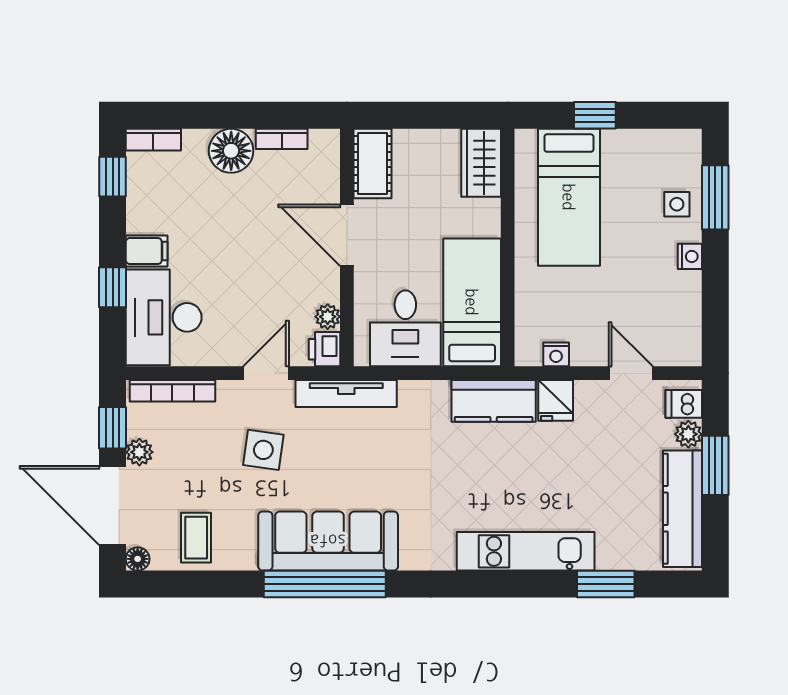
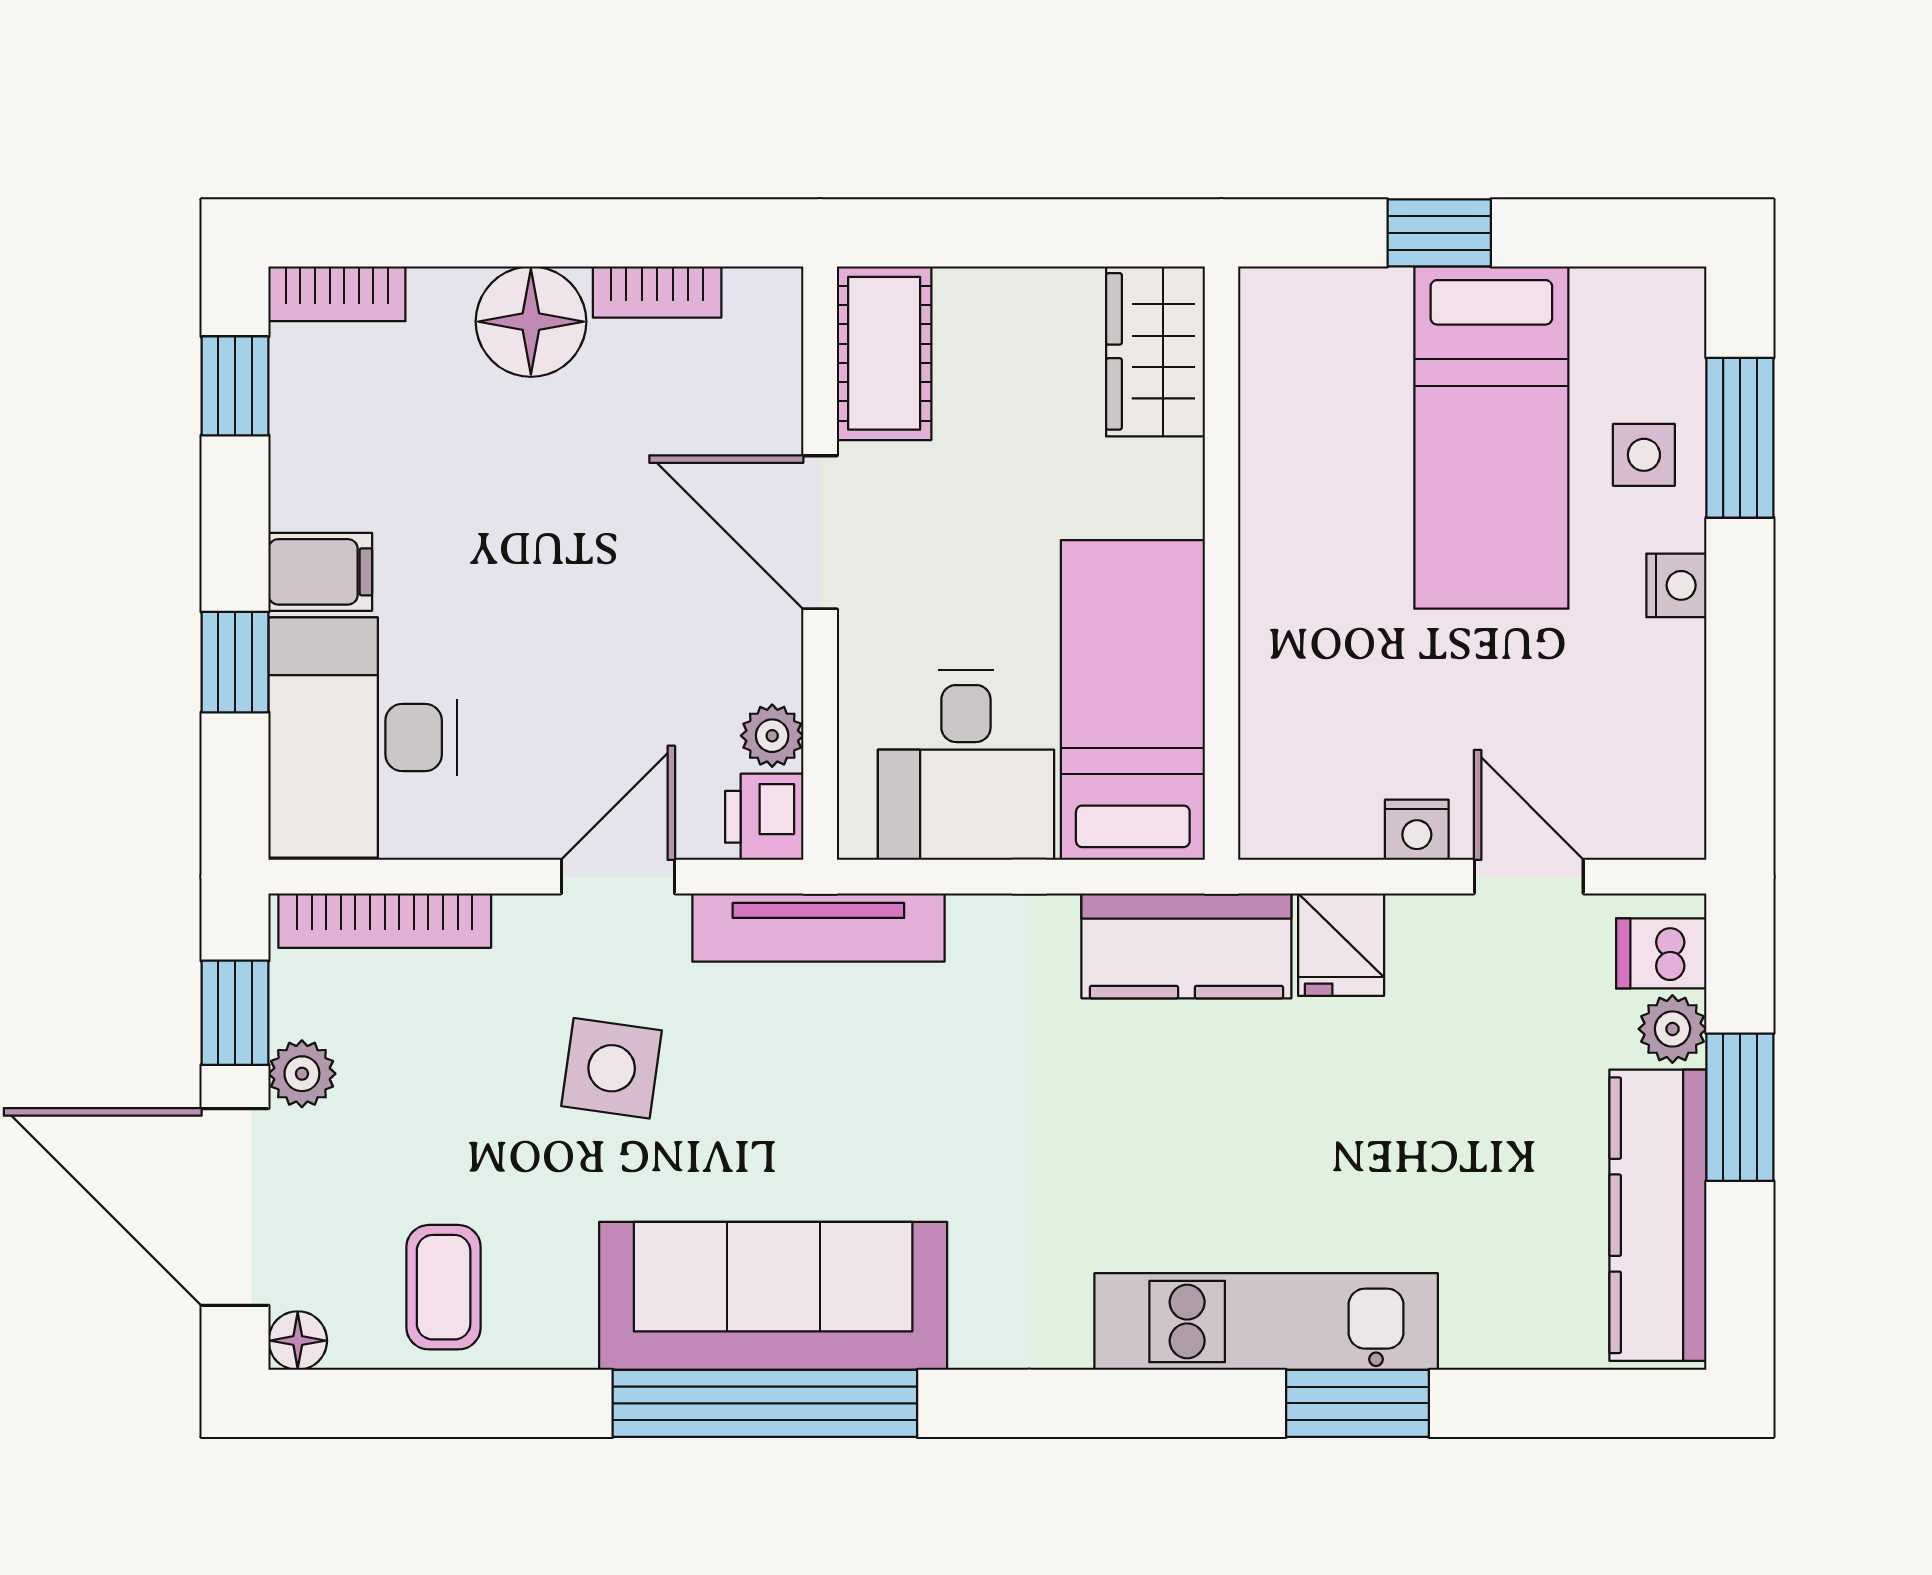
bed: (569, 197) -> (1491, 438), moved
nightstand: (556, 354) -> (1417, 830), moved
window: (606, 584) -> (1357, 1403), moved

